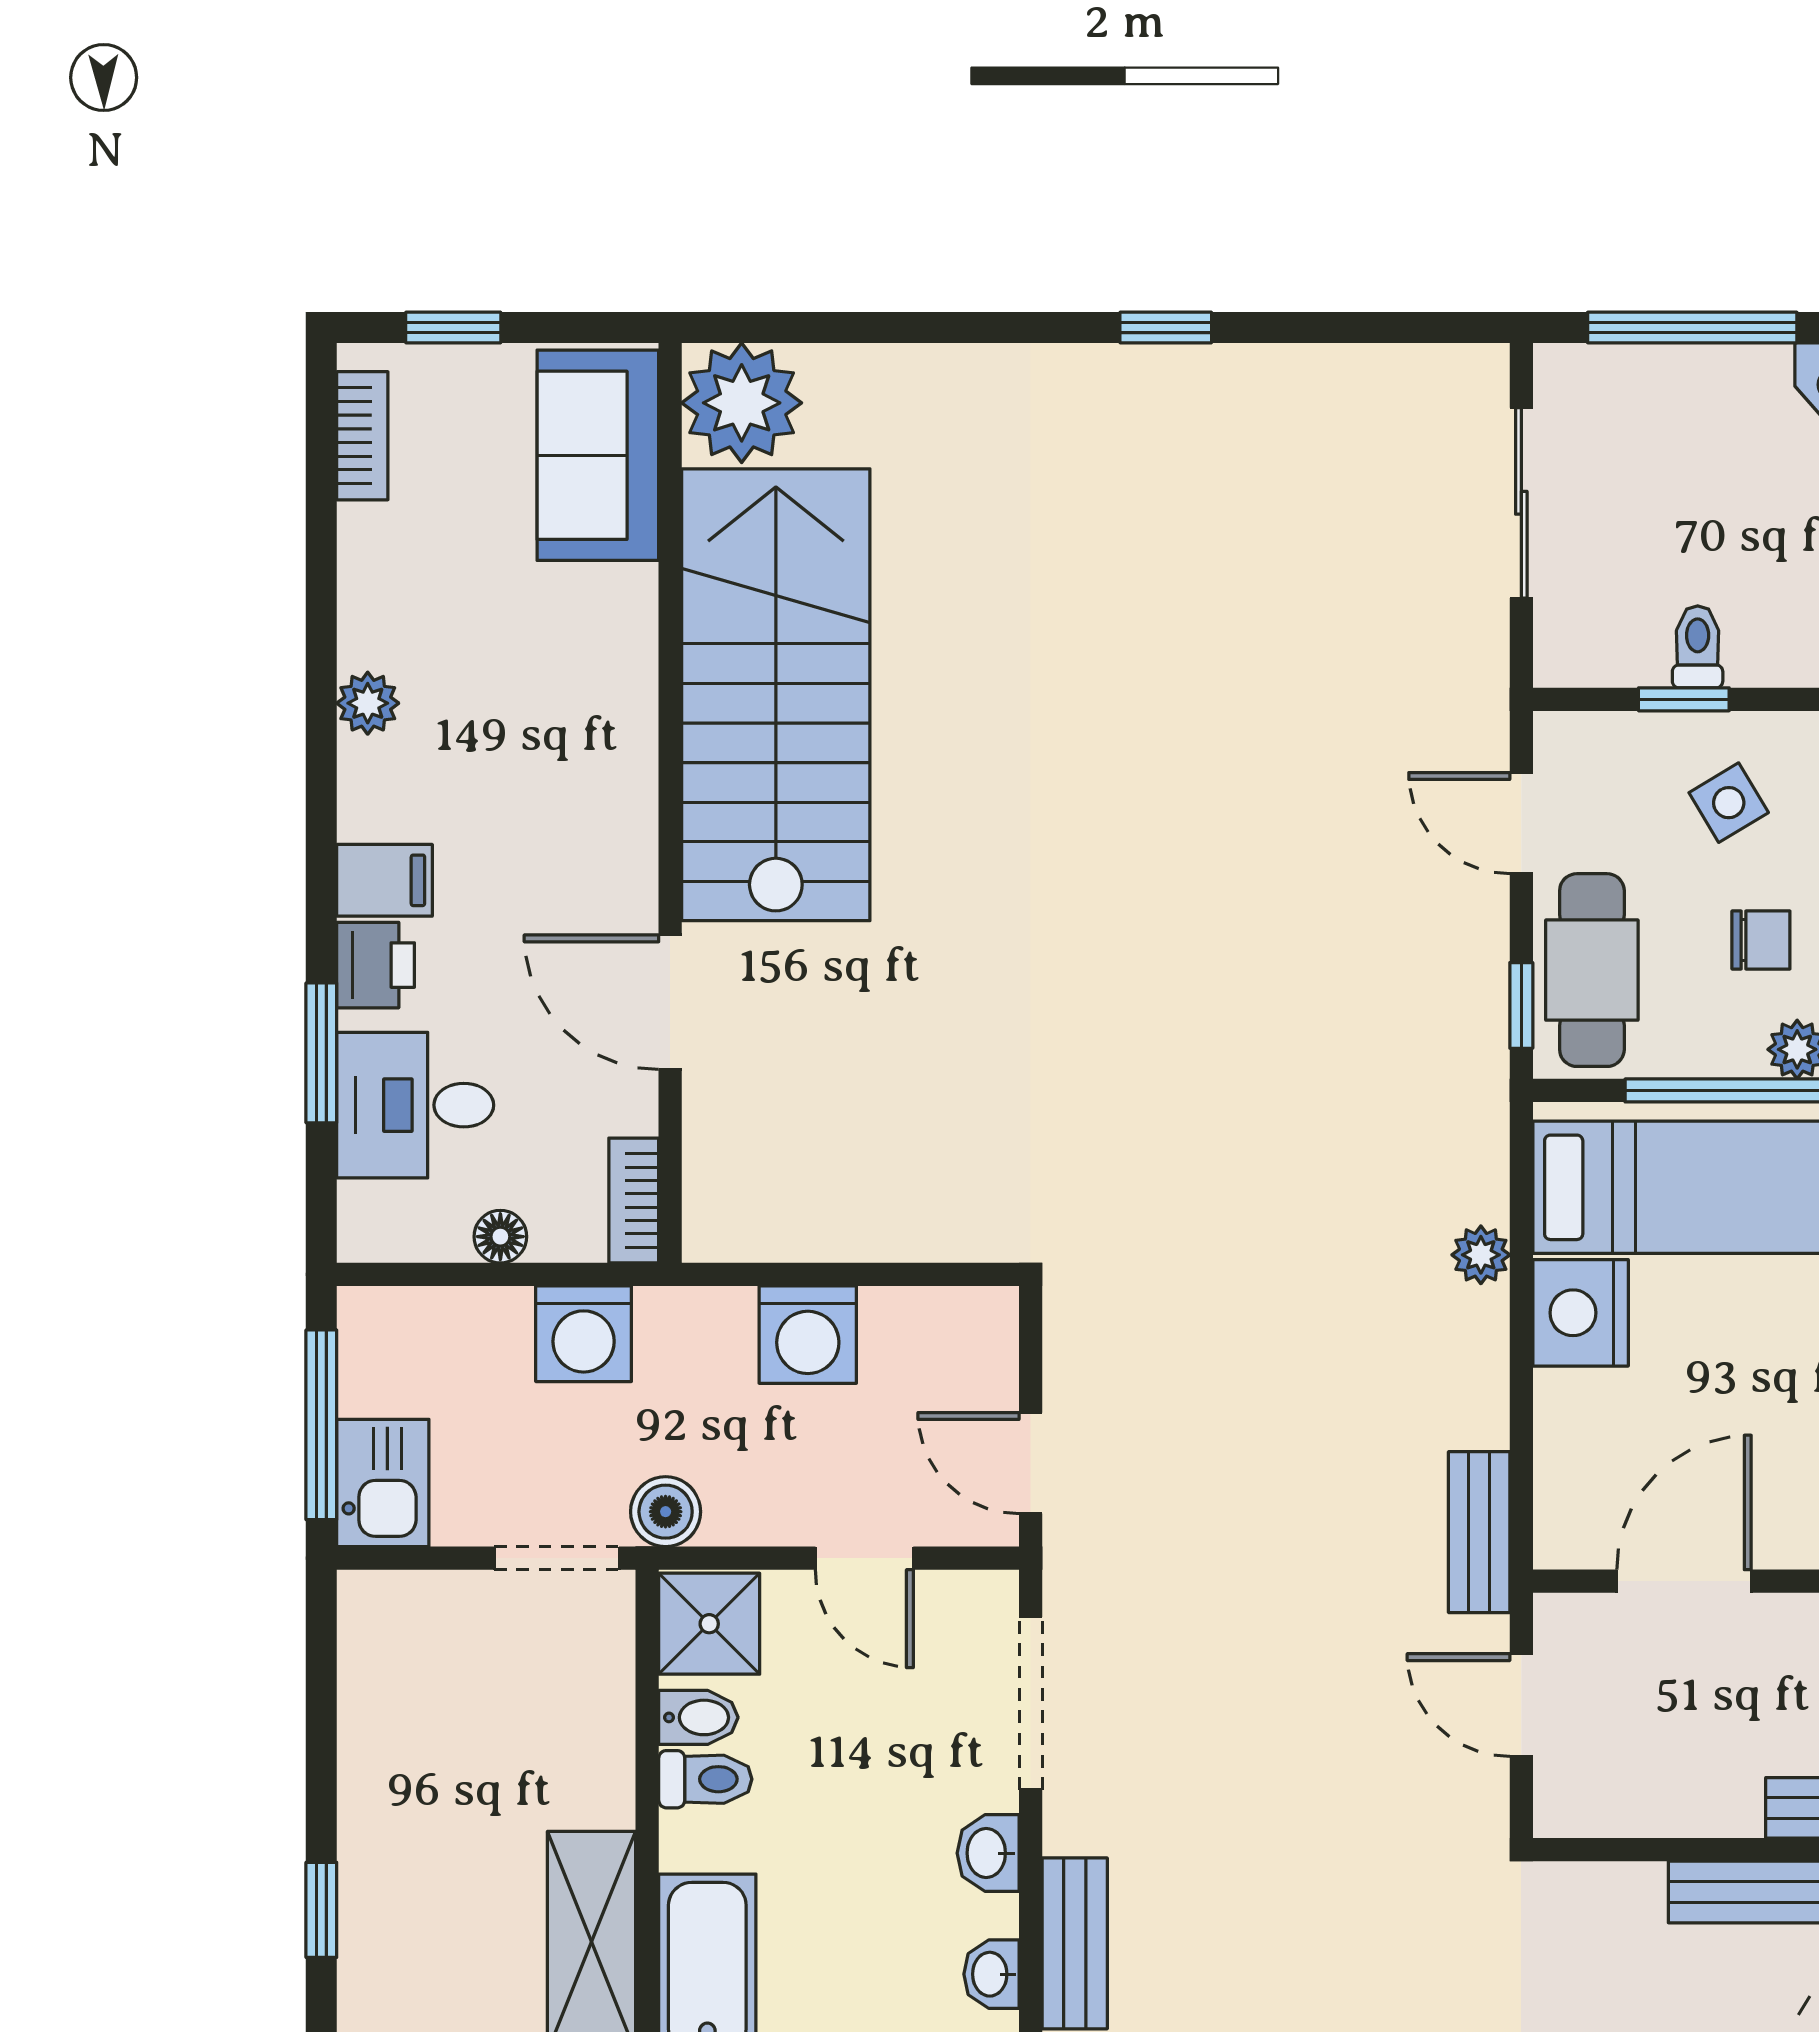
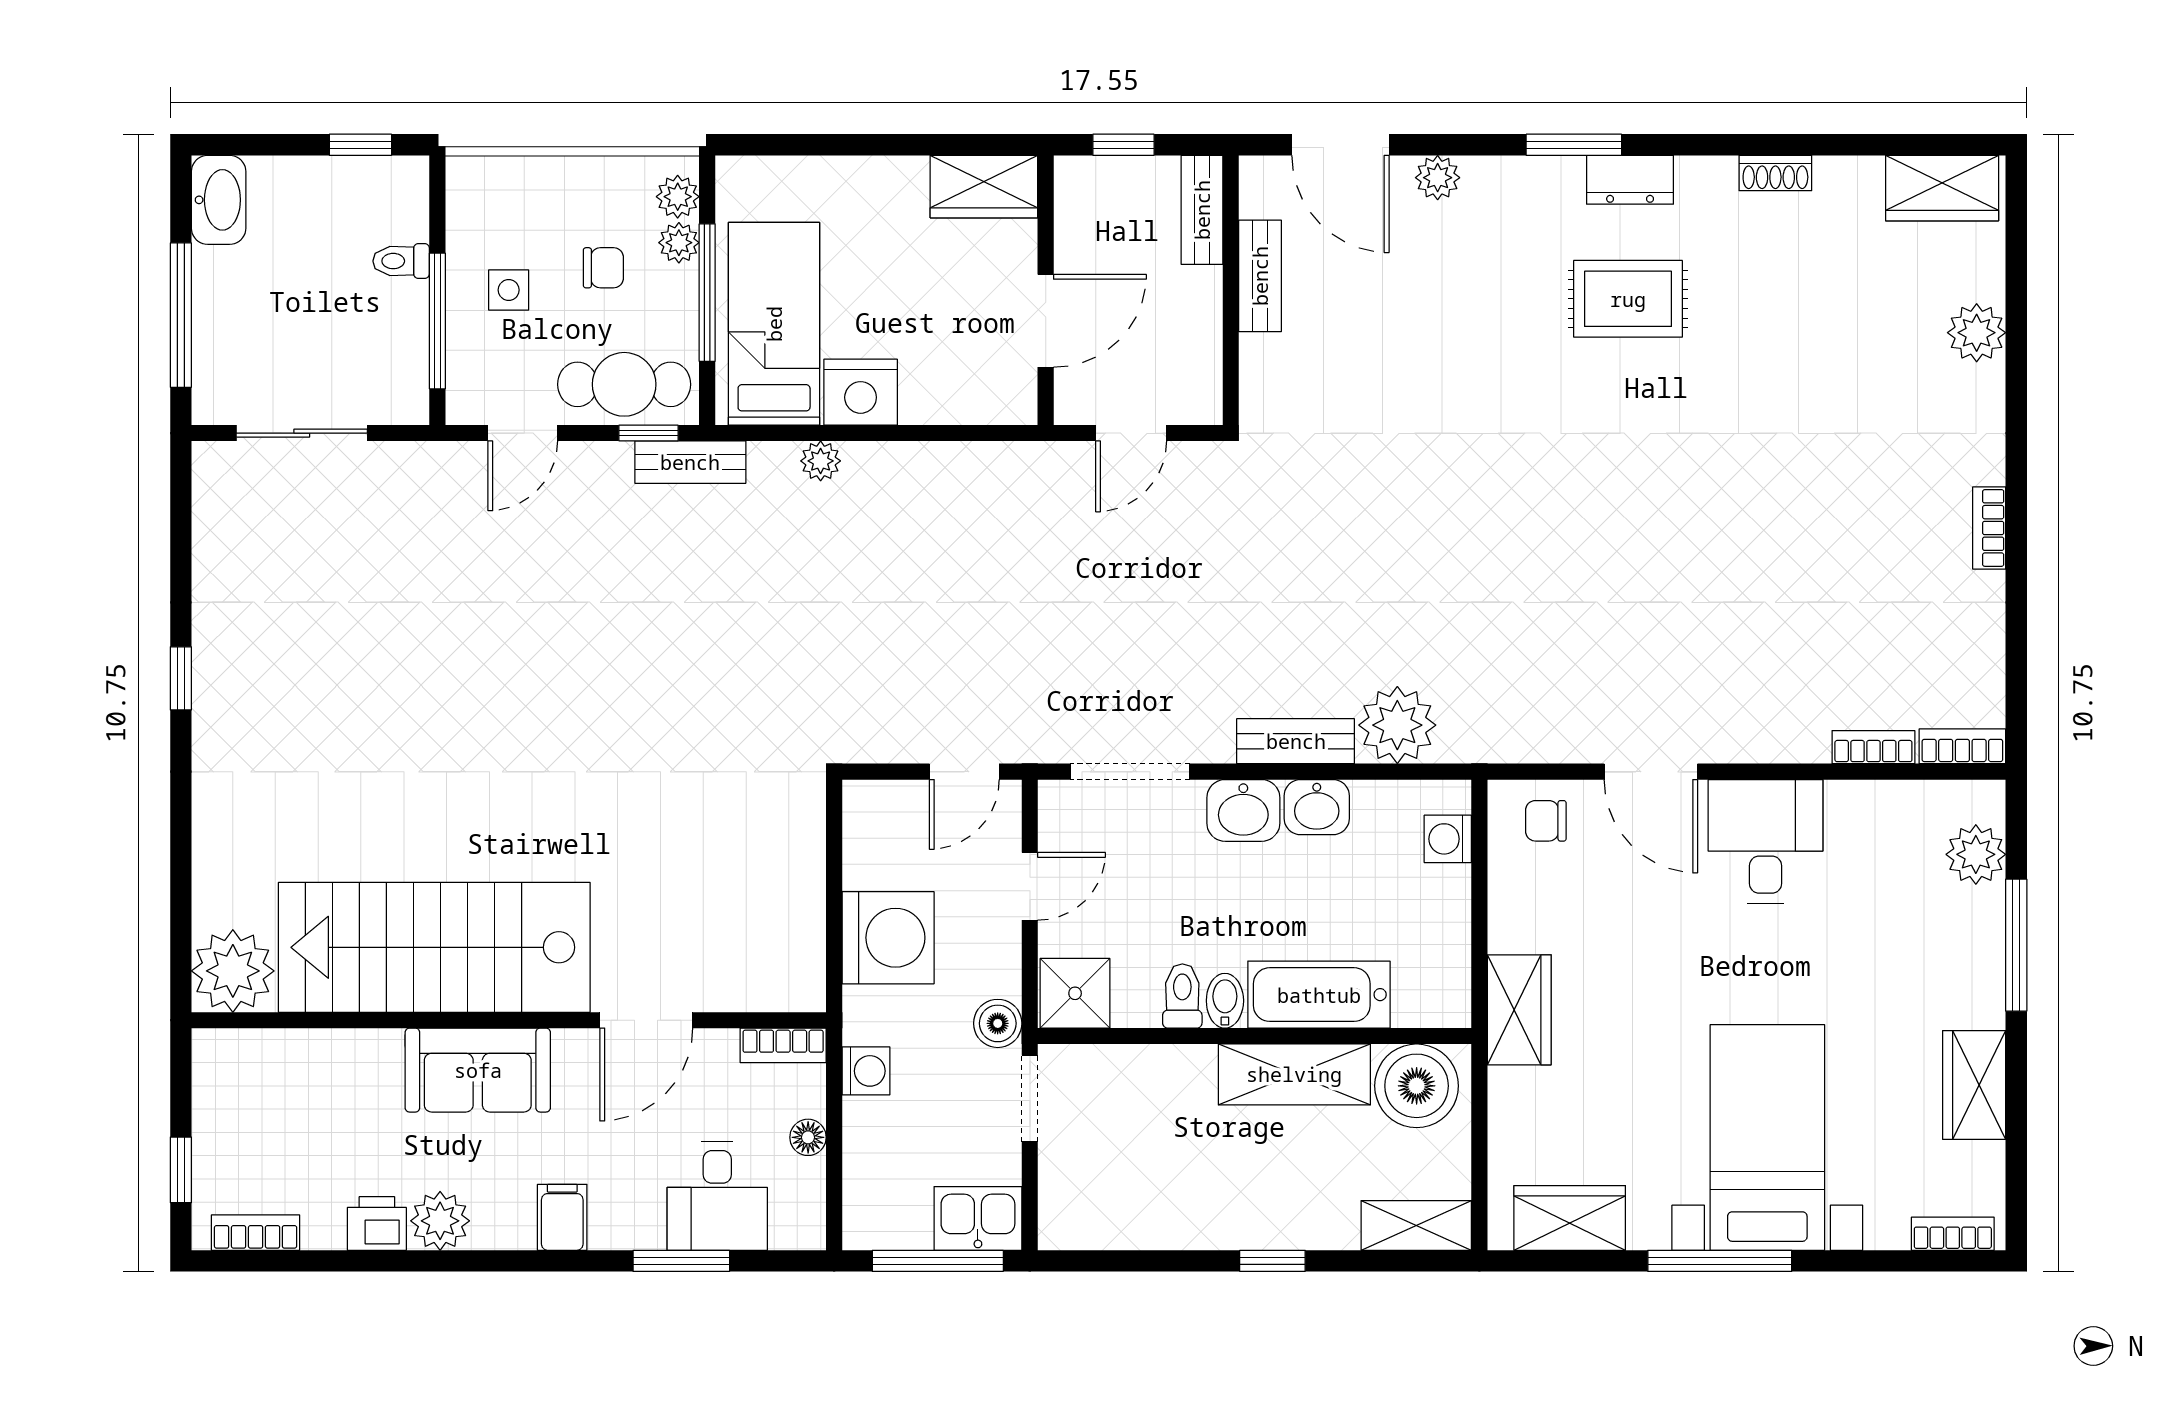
sofa: (598, 455) -> (478, 1070), moved
toilet: (1698, 647) -> (401, 261), moved
window: (1684, 699) -> (437, 321), width x2.17
plant: (368, 703) -> (440, 1221), width x1.38, depth x1.38
side table: (1729, 803) -> (509, 290), turned 31
chair: (1761, 940) -> (603, 268), turned 90
printer: (376, 965) -> (377, 1223), moved
washing machine: (584, 1334) -> (866, 1071), width x0.73, depth x0.73
washing machine: (808, 1335) -> (888, 938), width x1.37, depth x1.37
bench: (1479, 1532) -> (690, 462), moved
door: (1684, 1581) -> (1046, 321), swing flipped
bidet: (698, 1717) -> (1225, 1001), moved
washbasin: (988, 1853) -> (1243, 810), width x1.38, depth x1.45
washbasin: (991, 1974) -> (1317, 807), width x1.38, depth x1.45

